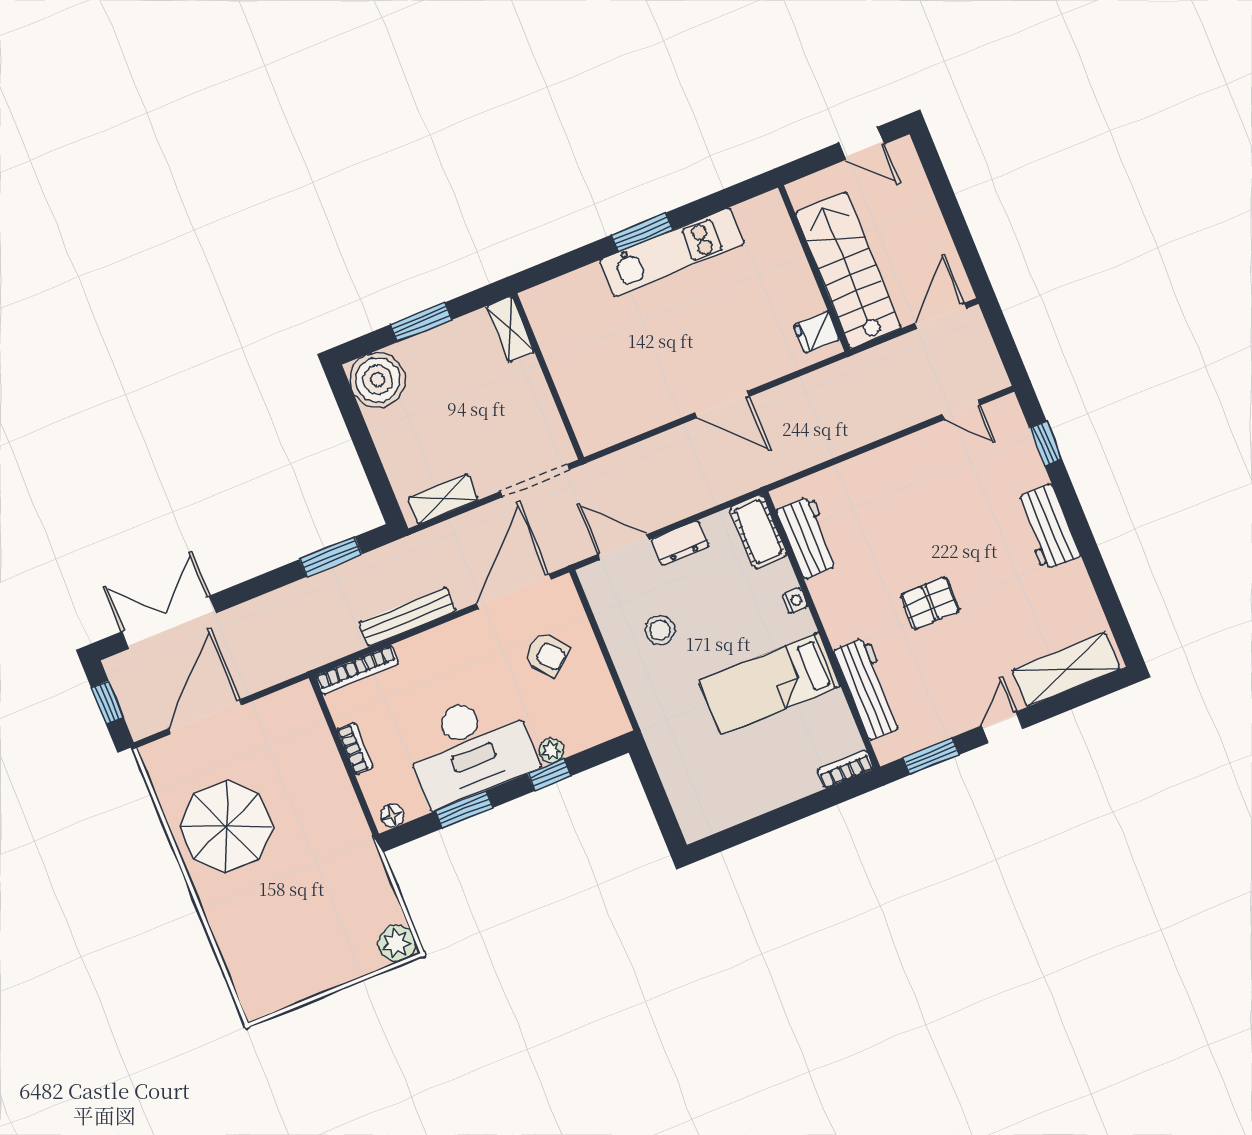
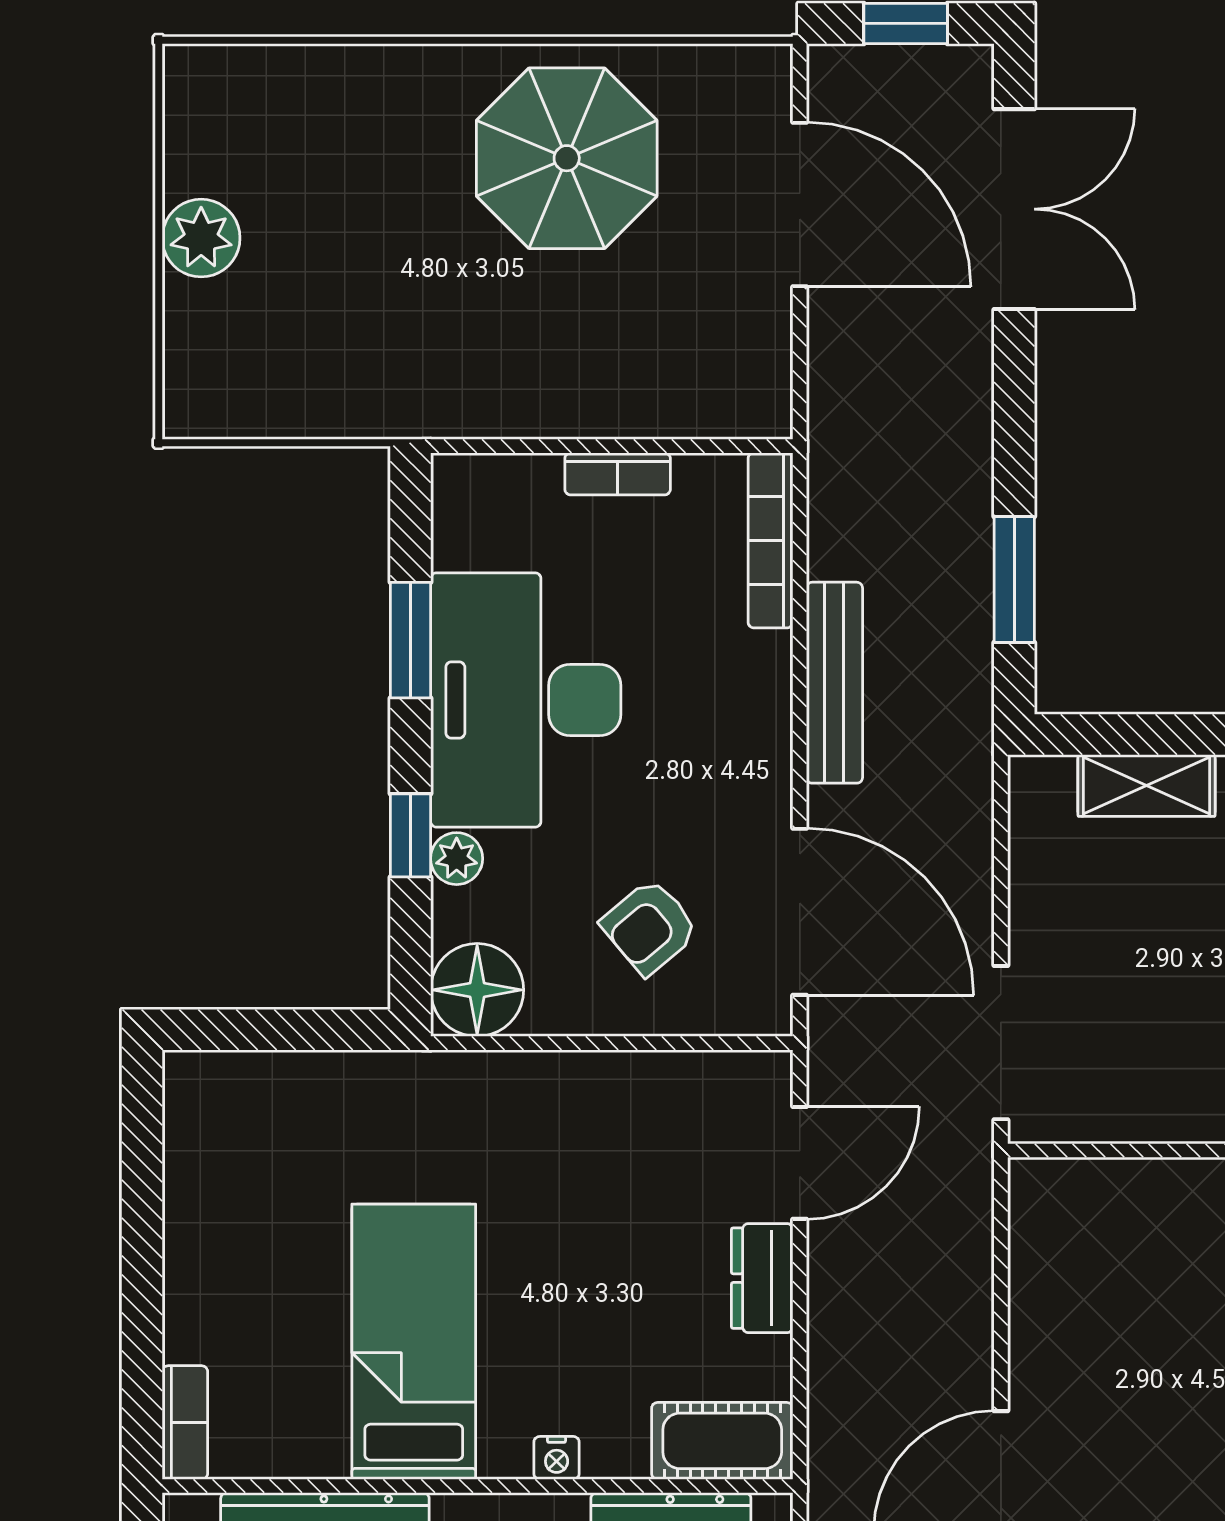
shelving: (443, 499) -> (1147, 786), moved, turned 90
stool: (660, 630) -> (607, 1169), removed
floor lamp: (392, 816) -> (477, 990), moved, width x1.89, depth x1.89
plant: (397, 943) -> (201, 238), moved

